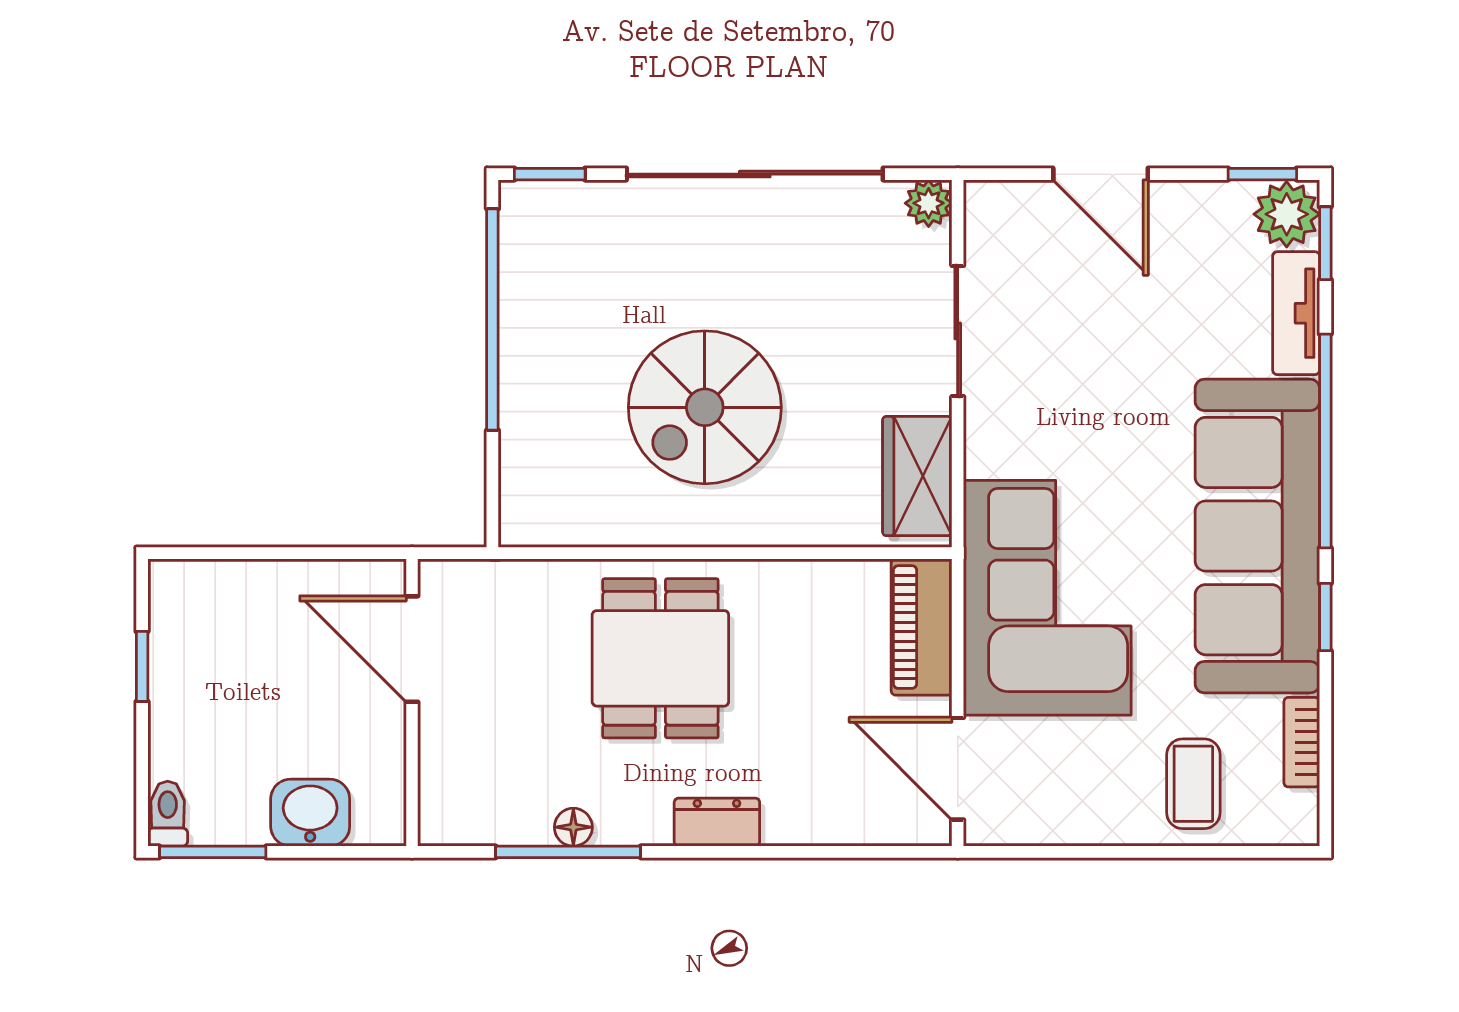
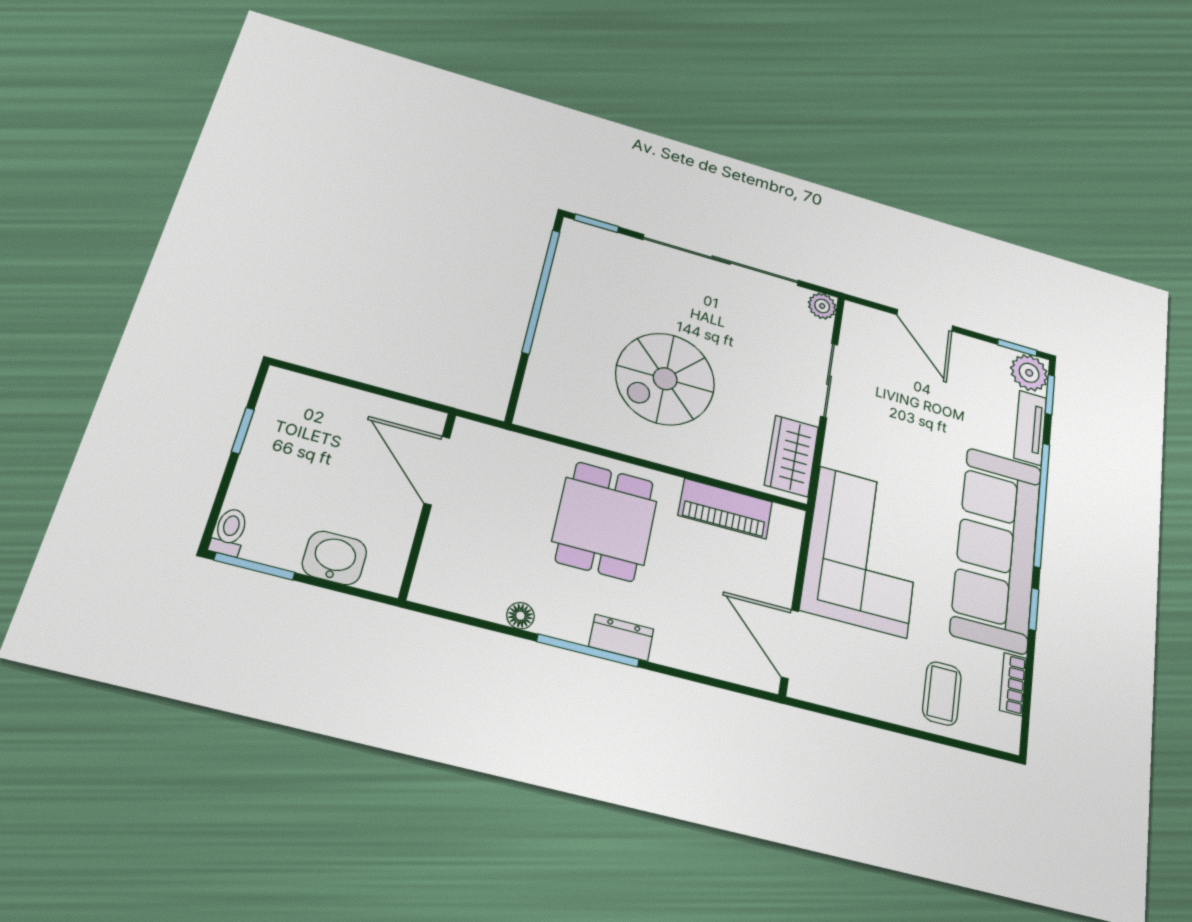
piano: (922, 627) -> (725, 509), moved, turned -90
window: (568, 852) -> (588, 651), moved

